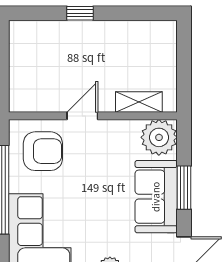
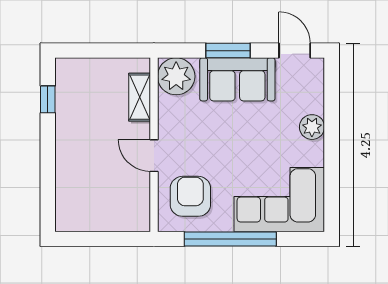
window: (80, 13) -> (48, 99), moved

